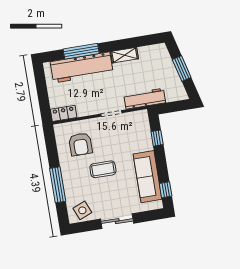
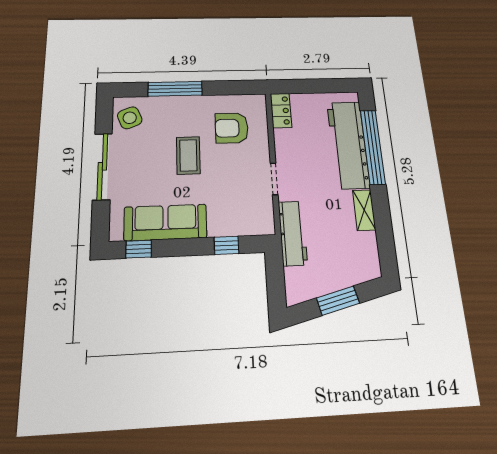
window: (81, 51) -> (373, 147), width x1.46
sliding door: (117, 221) -> (102, 166), width x1.37

